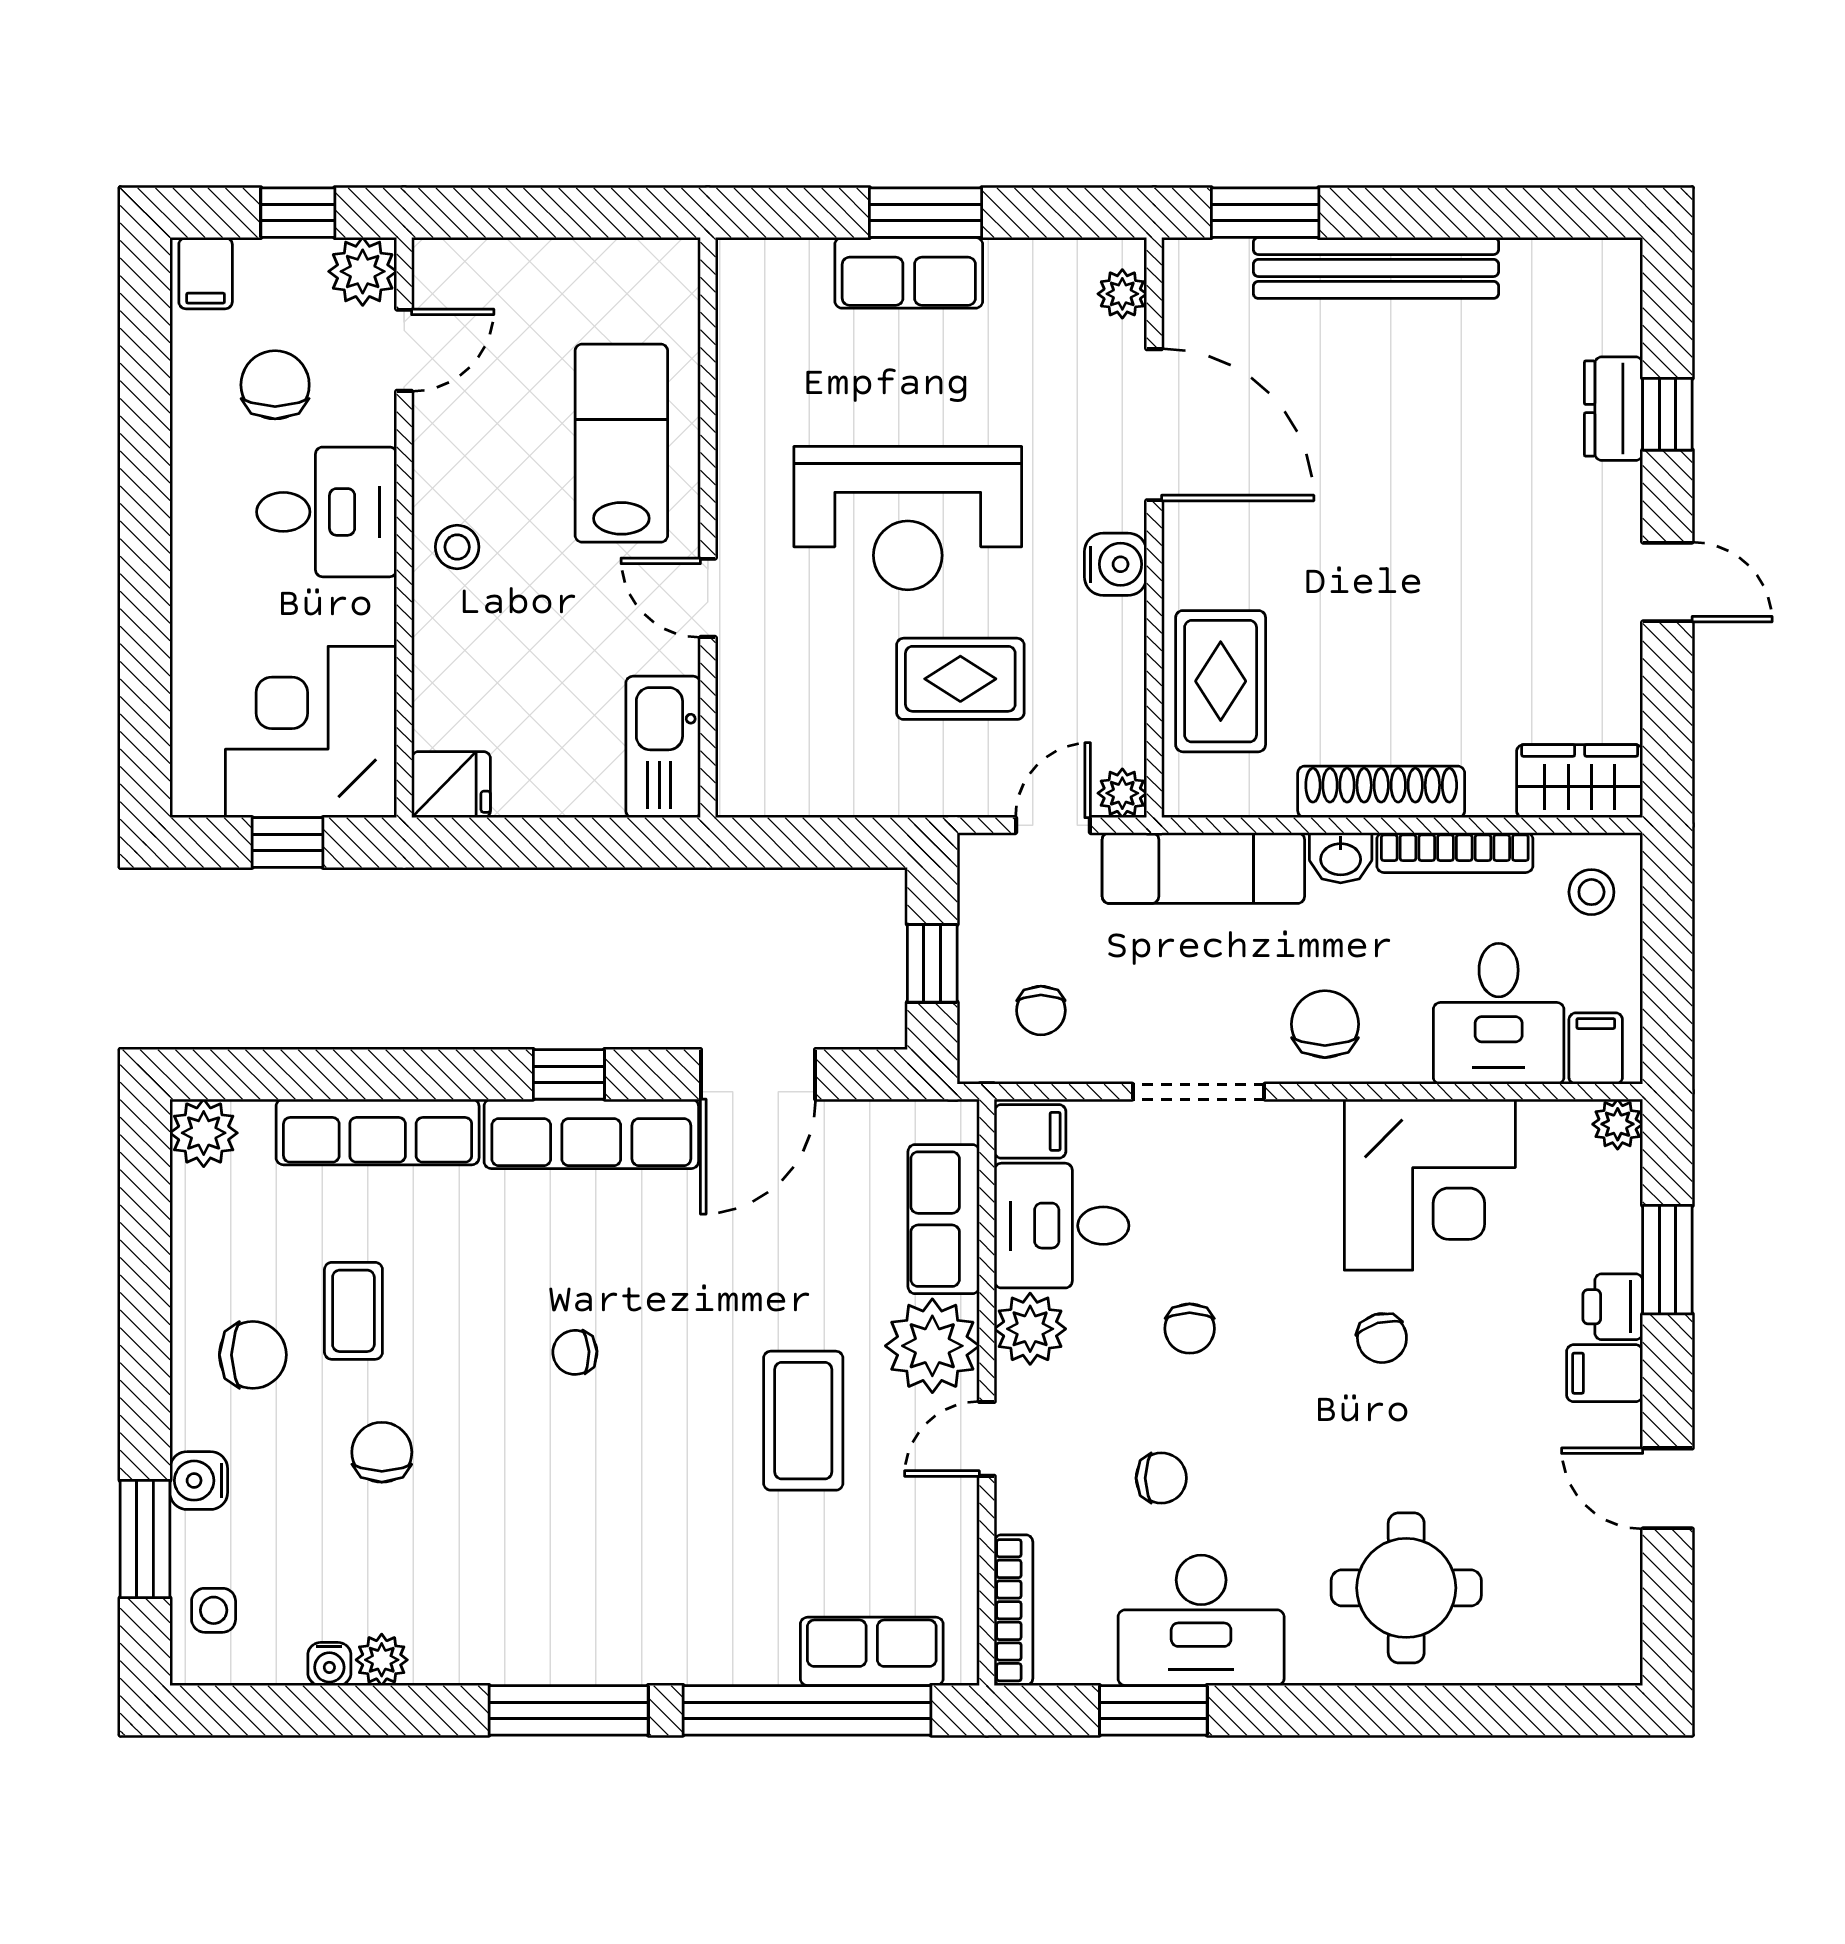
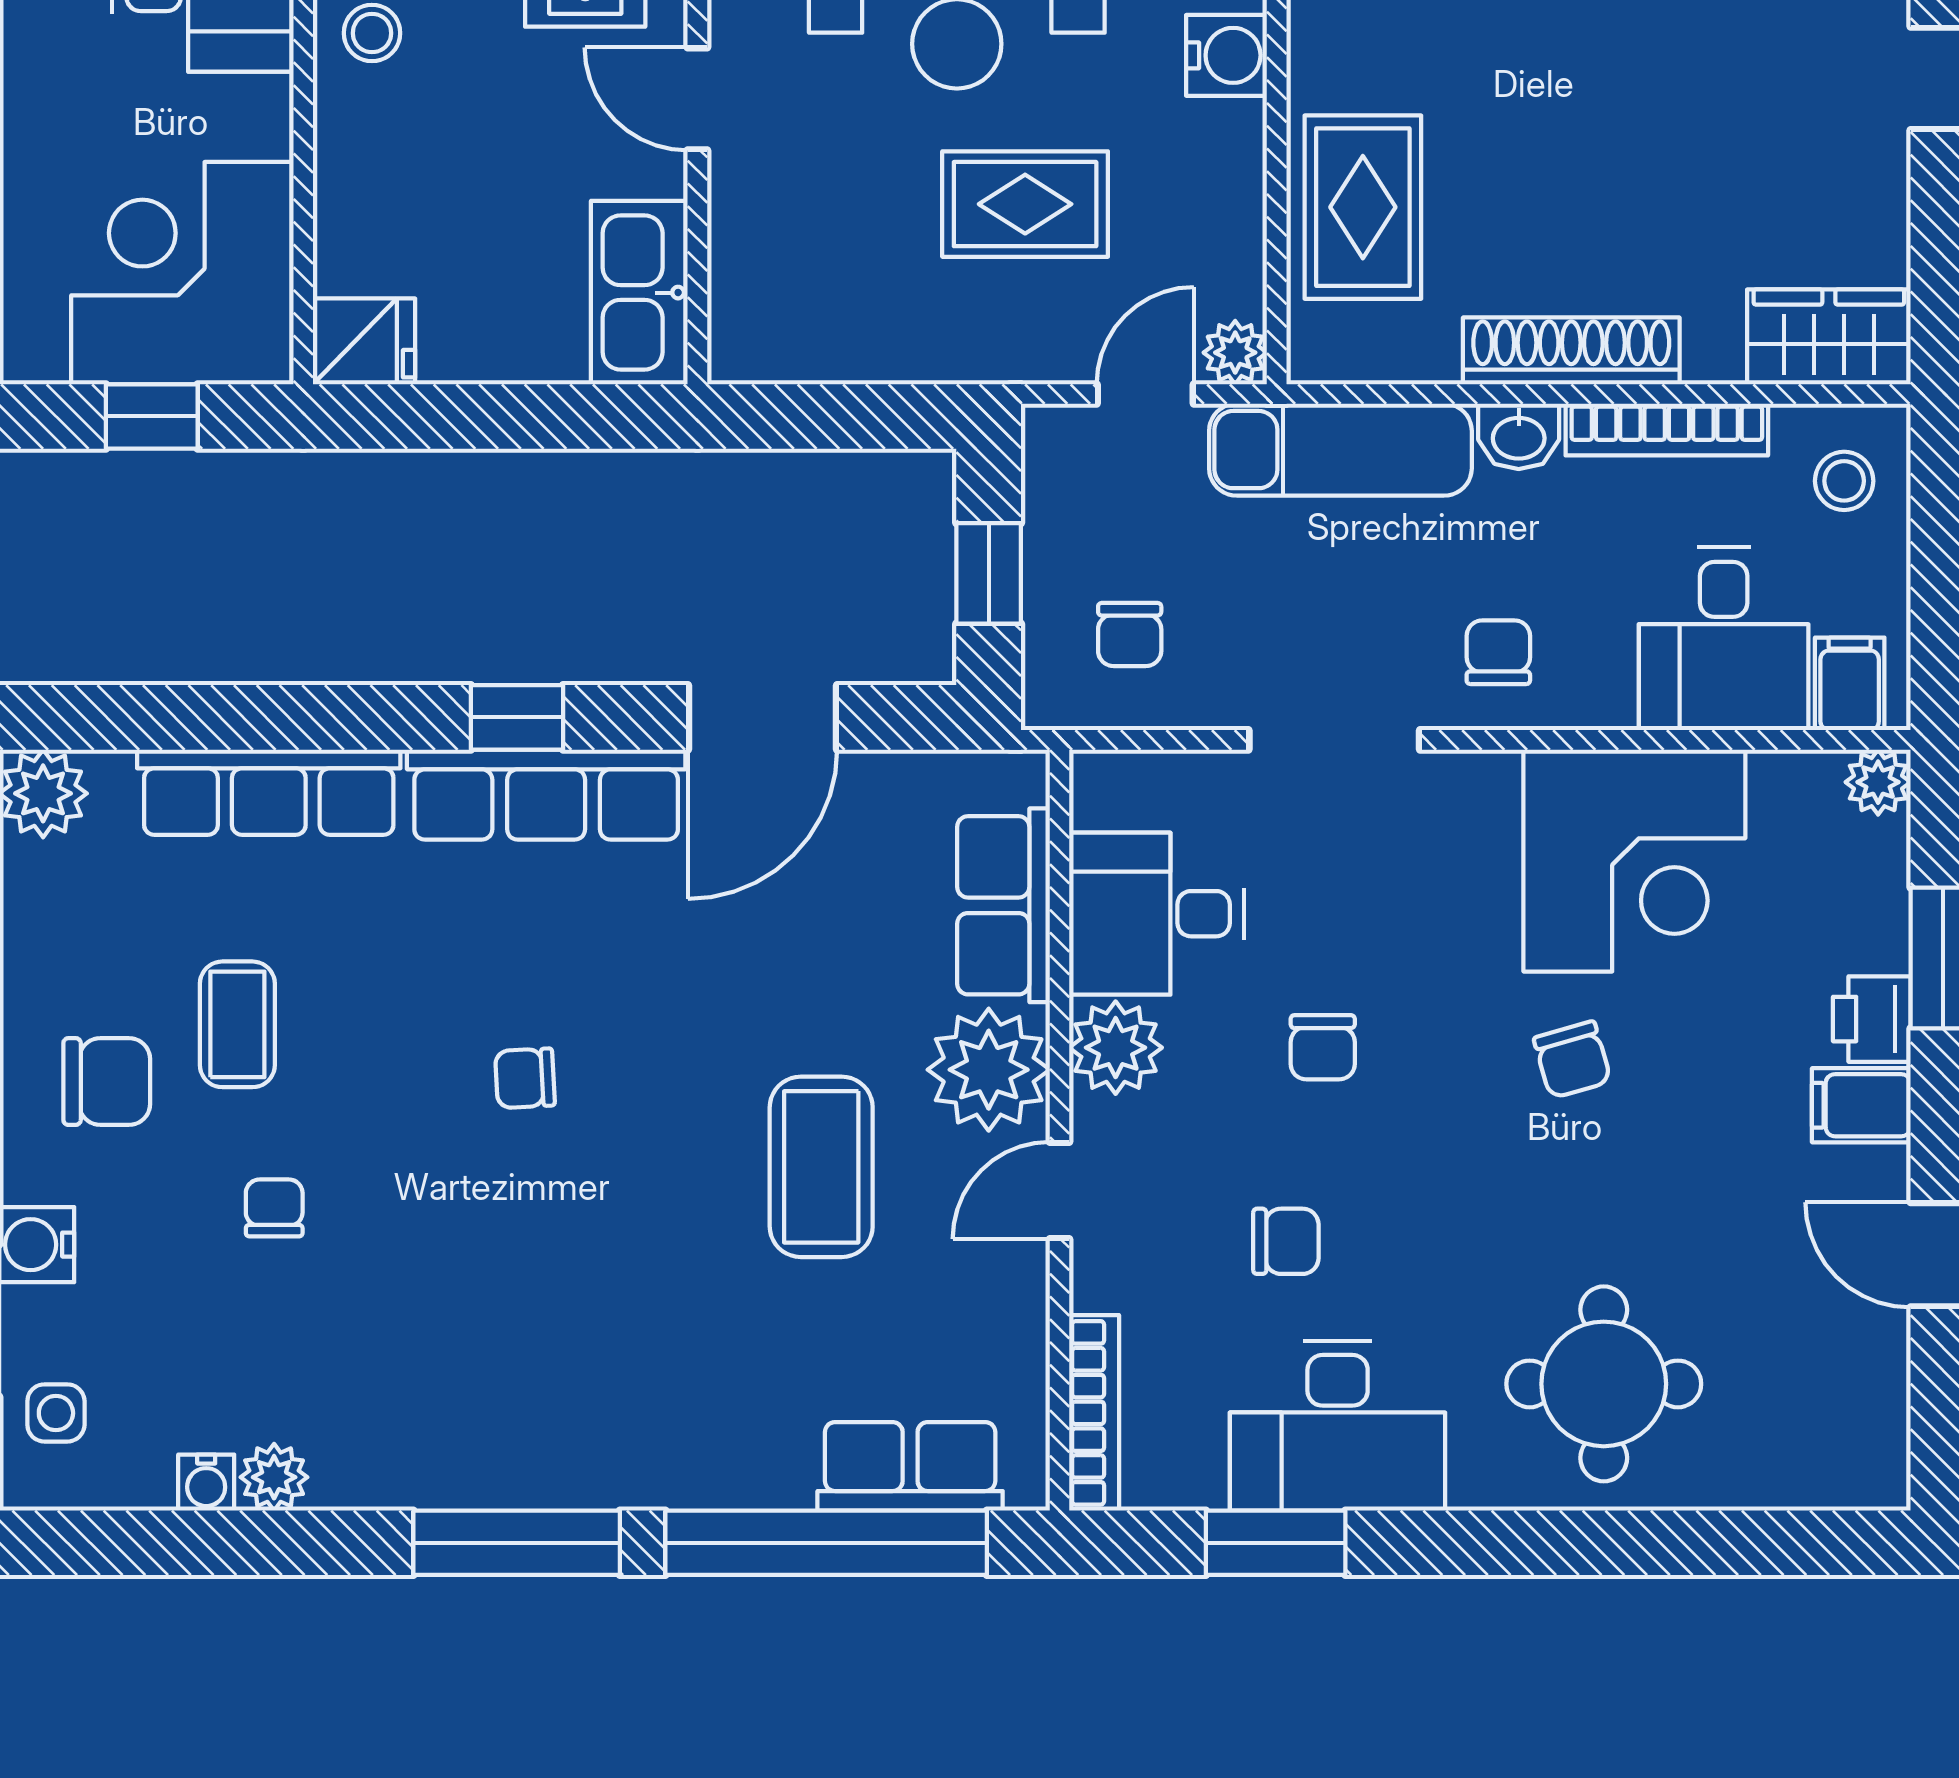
chair: (1325, 1024) -> (1498, 652), width x0.73, depth x0.73
filing cabinet: (1030, 1131) -> (1116, 791), removed
chair: (382, 1452) -> (274, 1208), width x0.73, depth x0.73

